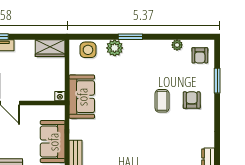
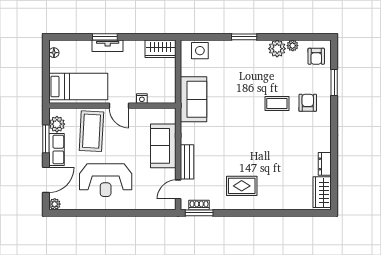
plant: (115, 48) -> (277, 49), moved
nightstand: (60, 96) -> (142, 99), moved
coffee table: (162, 101) -> (277, 104), turned 90

